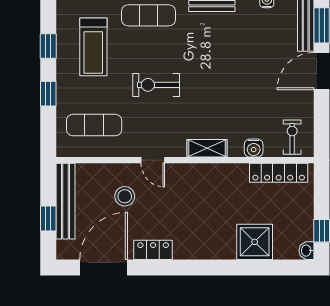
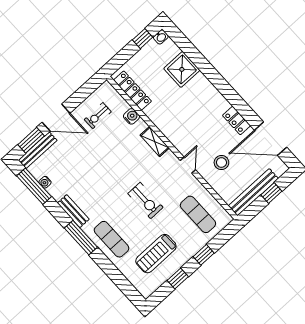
treadmill: (93, 47) -> (156, 254), turned 180
exercise bike: (292, 137) -> (98, 116), moved

